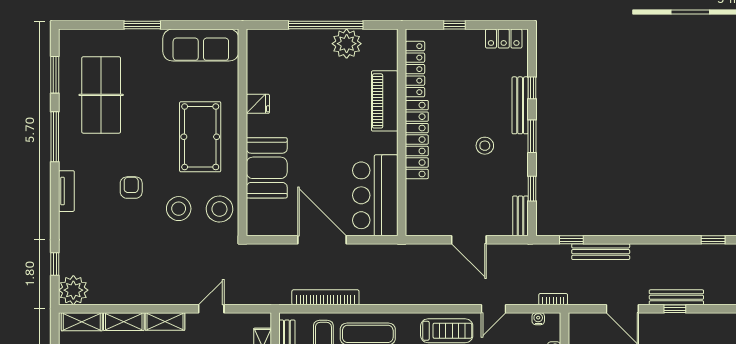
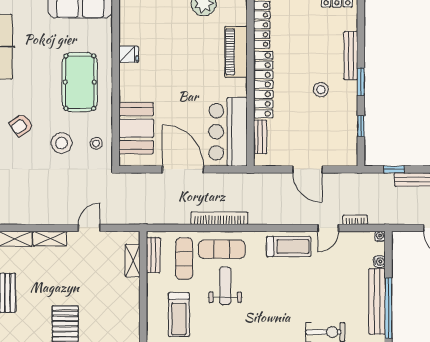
window: (532, 88) -> (361, 41), removed
booth: (267, 168) -> (136, 128), moved
armchair: (131, 188) -> (21, 125), turned -125
stool: (219, 209) -> (96, 143), width x0.53, depth x0.53
bench: (520, 216) -> (260, 137), moved
bookcase: (325, 297) -> (219, 218), moved
bookcase: (553, 299) -> (355, 220), moved
water cooler: (538, 319) -> (380, 236), moved

